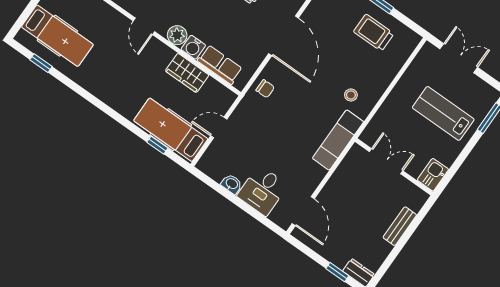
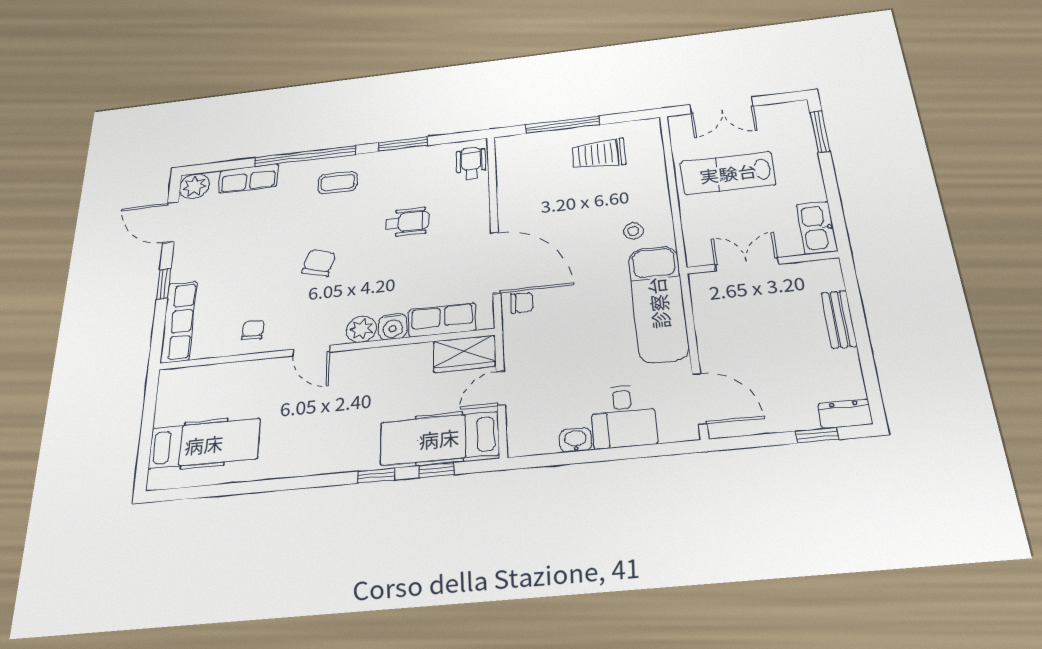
door: (284, 36) -> (496, 262), moved
double door: (459, 58) -> (721, 105), swing flipped
window: (41, 63) -> (376, 476), moved
wardrobe: (187, 73) -> (464, 354), moved
lab bench: (443, 113) -> (728, 173), moved
exam couch: (338, 140) -> (658, 303), width x1.36, depth x1.45
kitchen sink: (433, 175) -> (817, 228), width x1.38

